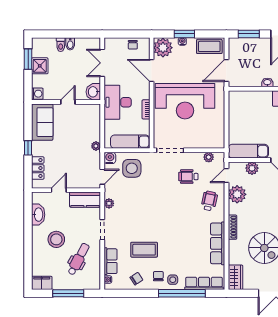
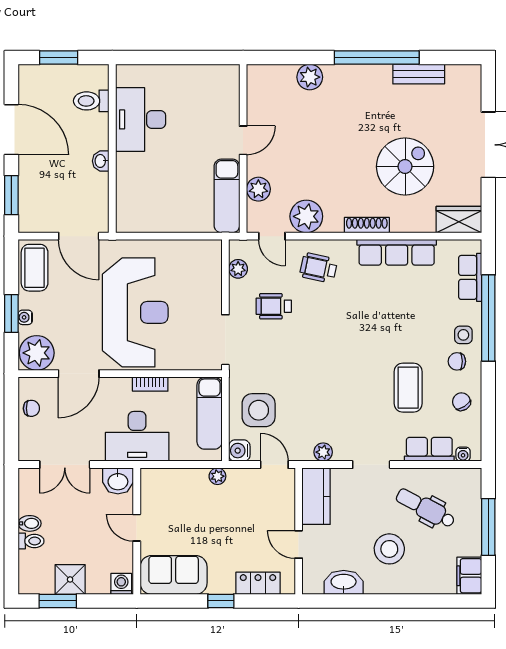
wheelchair: (188, 177) -> (274, 306), turned 90
row of seats: (204, 283) -> (470, 277), width x0.68

